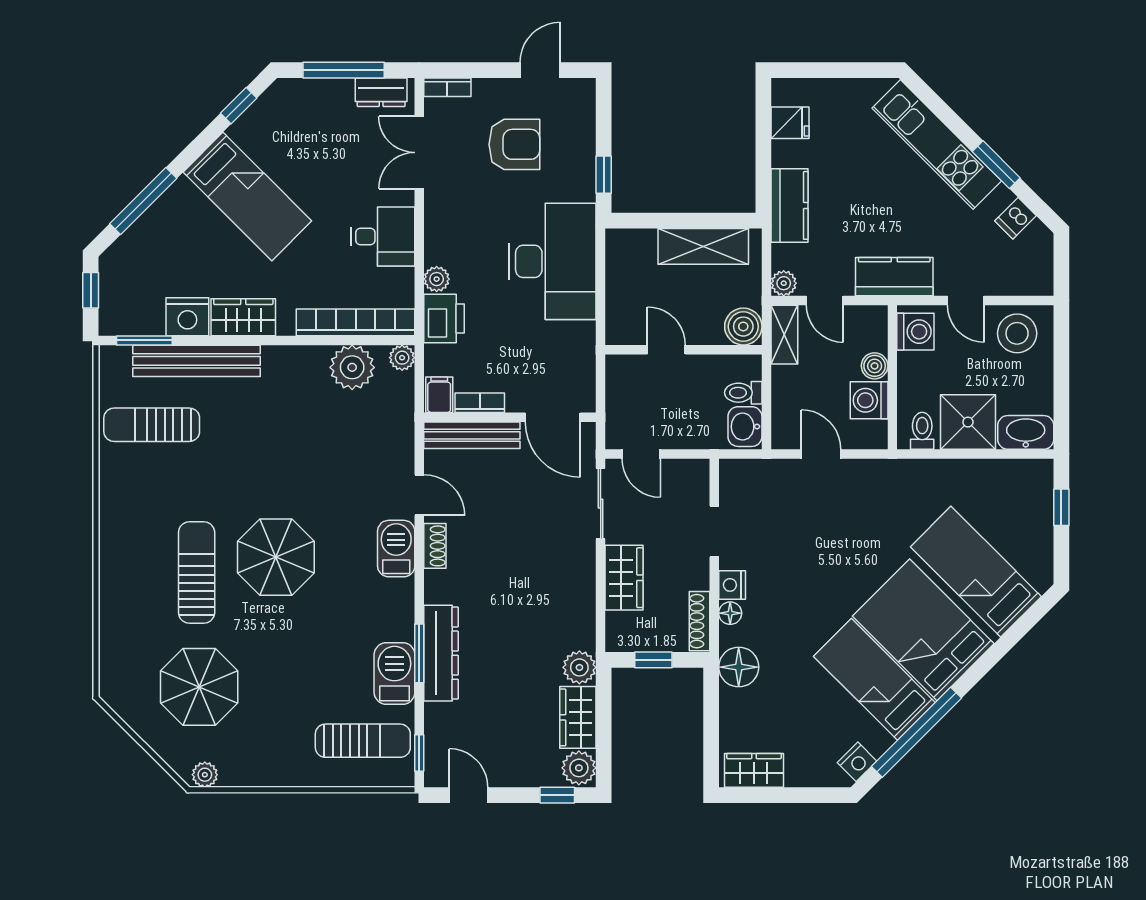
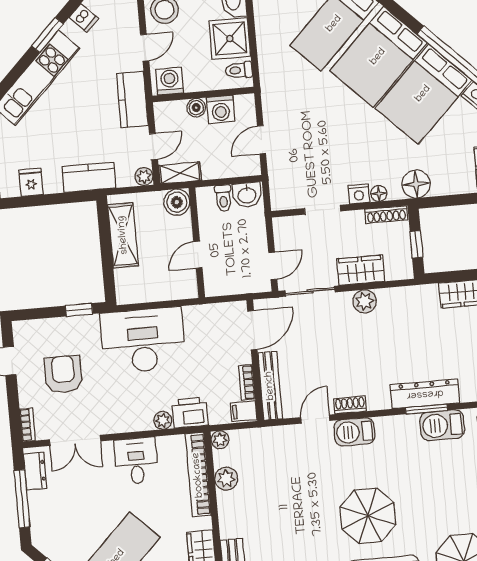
plant: (352, 367) -> (226, 479), width x0.73, depth x0.73
plant: (579, 667) -> (365, 301), moved
bed: (874, 679) -> (423, 94), width x1.50

